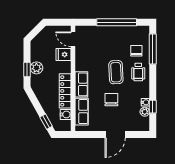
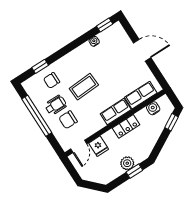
window: (153, 49) -> (40, 66), width x0.46
wheelchair: (138, 72) -> (56, 105), moved
locker: (65, 91) -> (126, 126), width x0.66
chair: (111, 100) -> (68, 120), moved
window: (153, 107) -> (105, 25), moved
plant: (145, 112) -> (103, 36), removed

